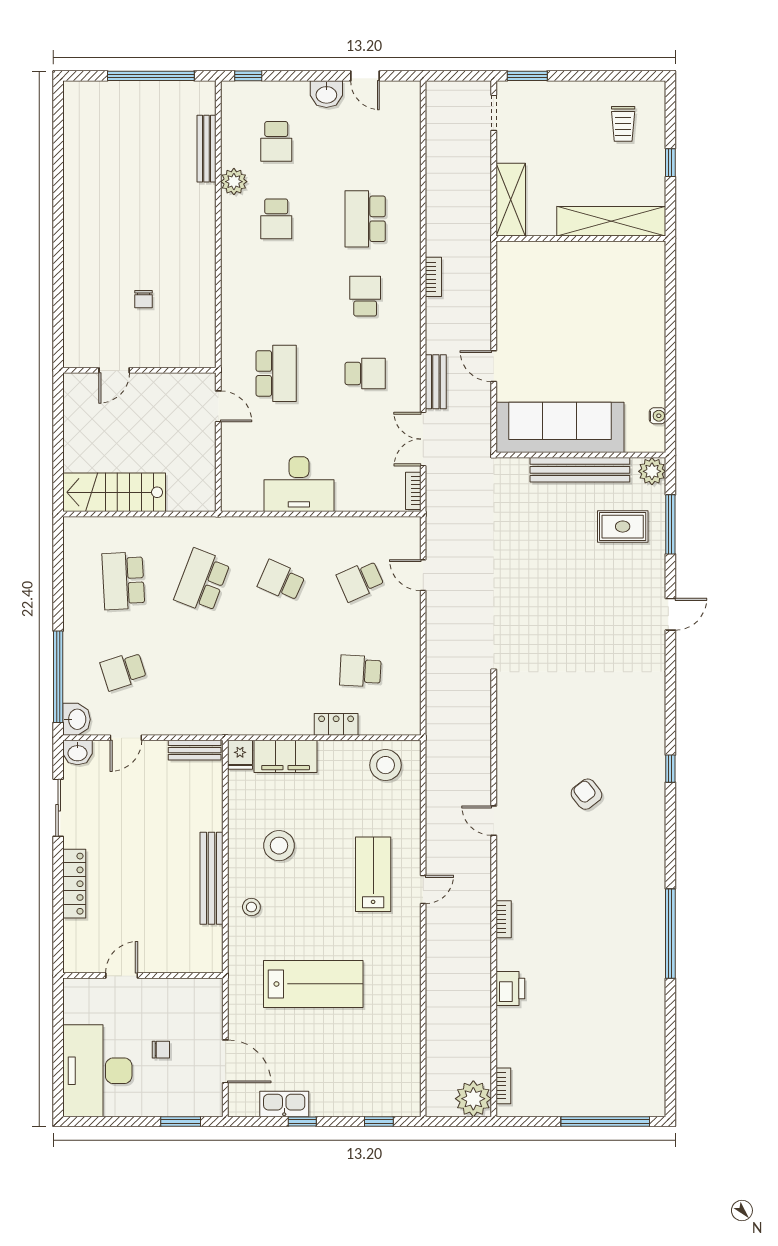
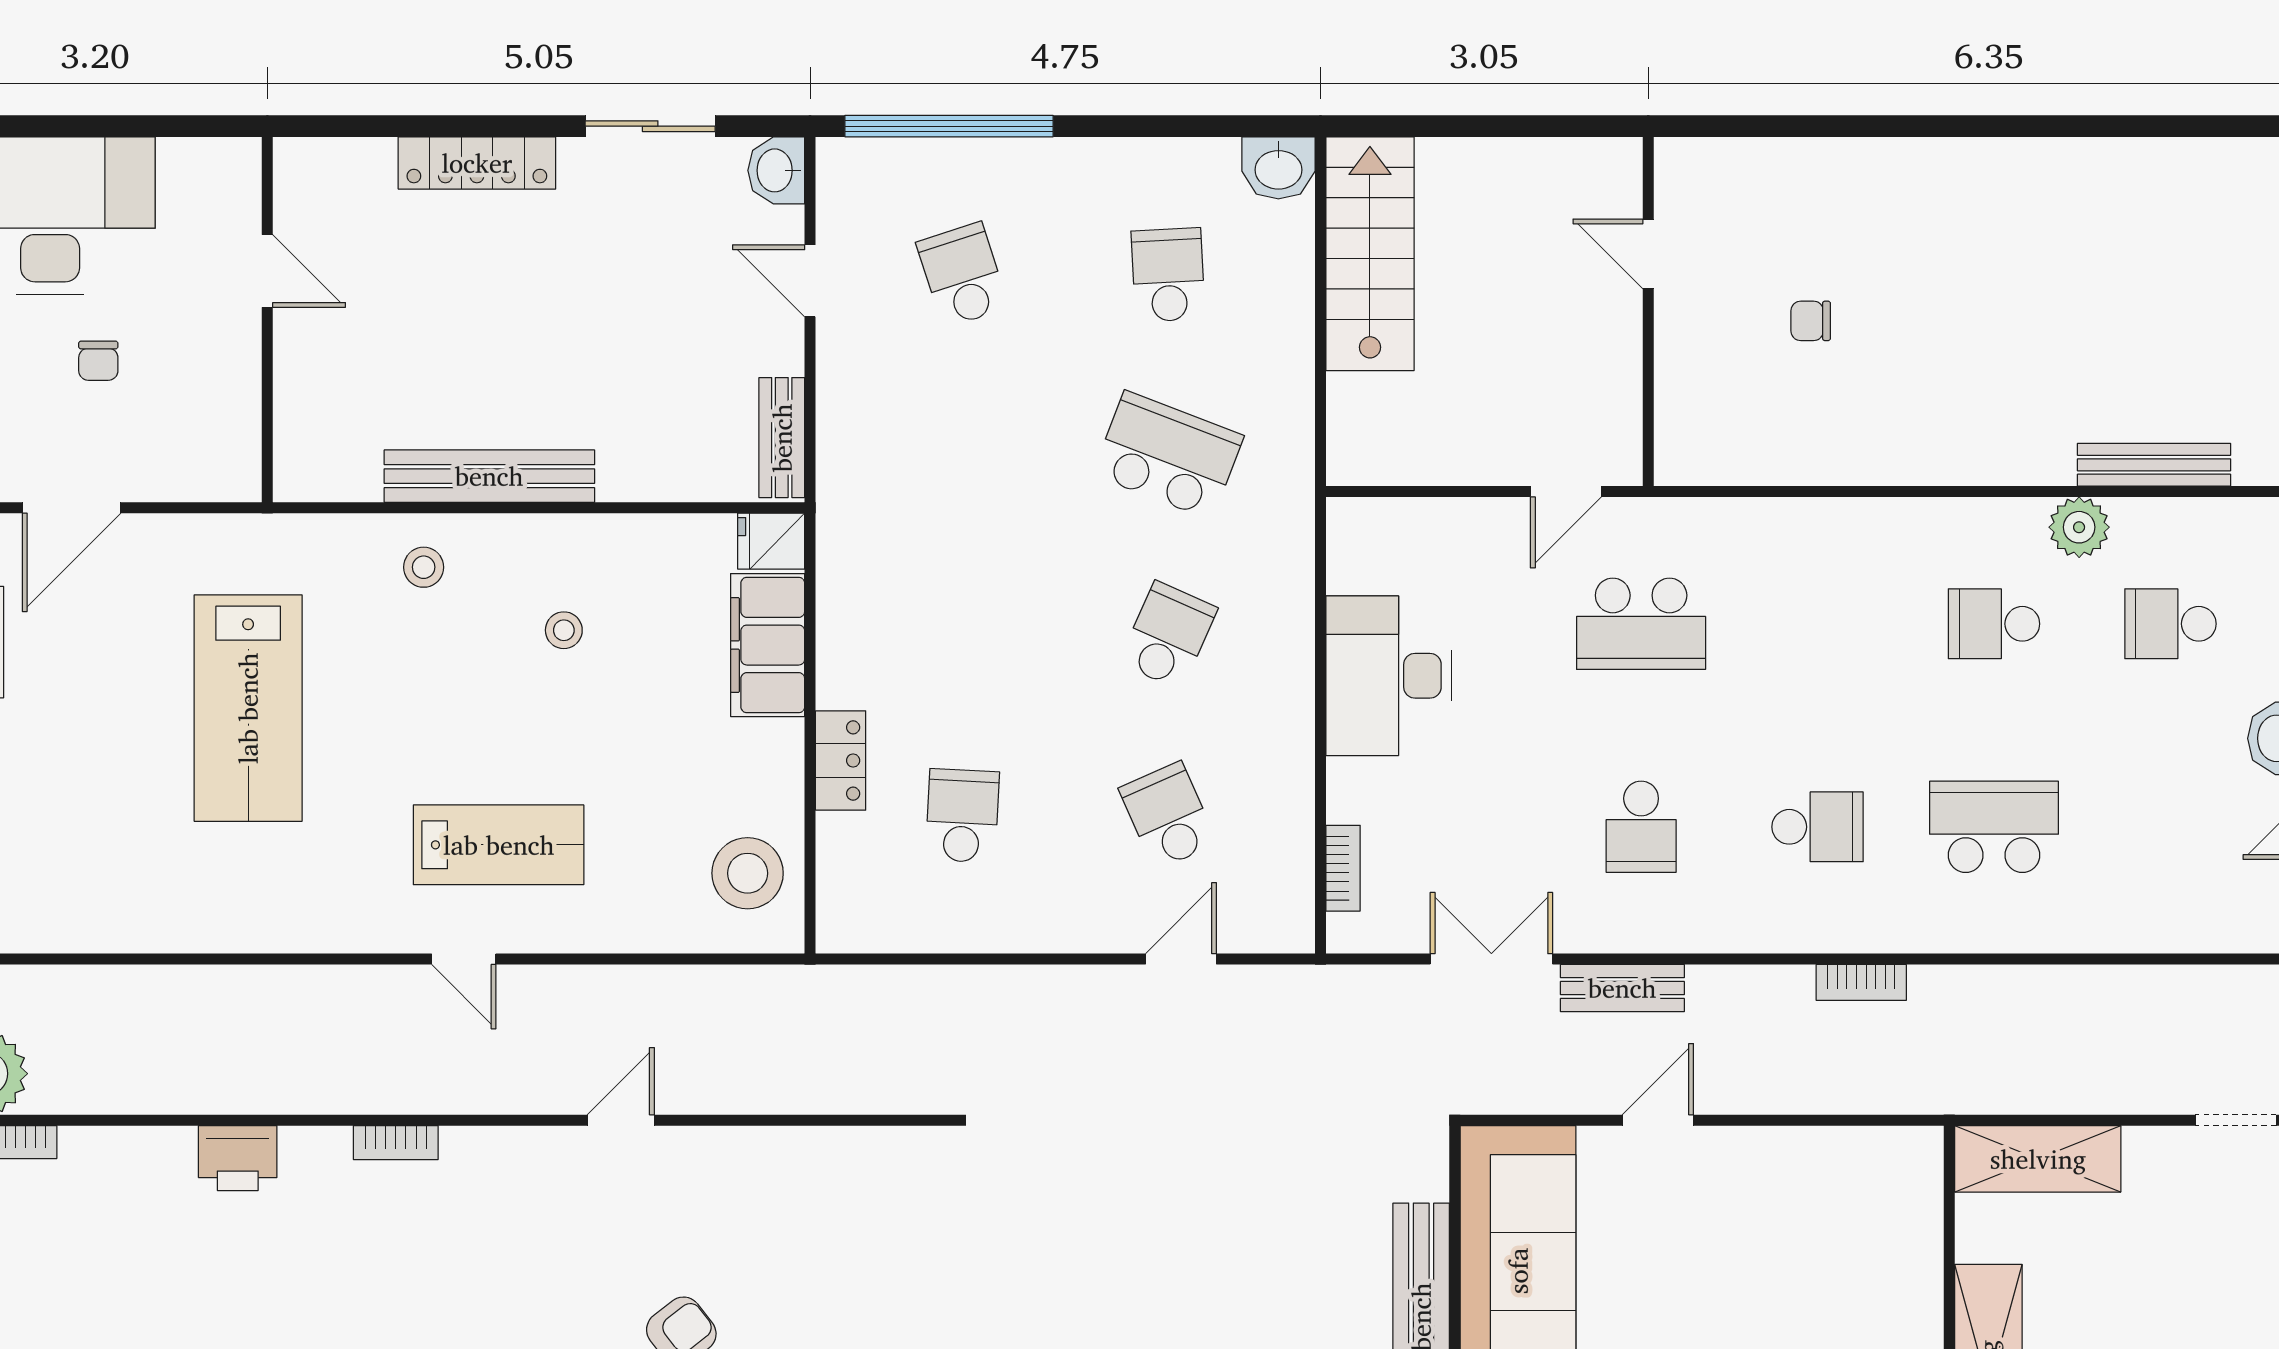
bookcase: (413, 491) -> (1343, 868), moved, turned 90
school desk: (123, 581) -> (1168, 275), width x0.54
washbasin: (76, 719) -> (1278, 168), moved
stool: (279, 846) -> (564, 630), width x0.53, depth x0.53

